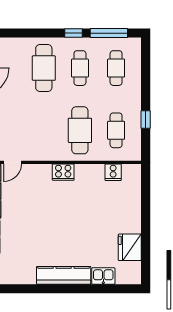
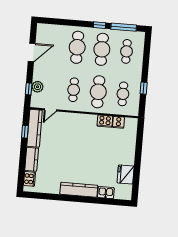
cafe table: (80, 68) -> (102, 49), width x1.37, depth x1.35
cafe table: (44, 130) -> (74, 90), added
cooker: (63, 172) -> (105, 121), moved

